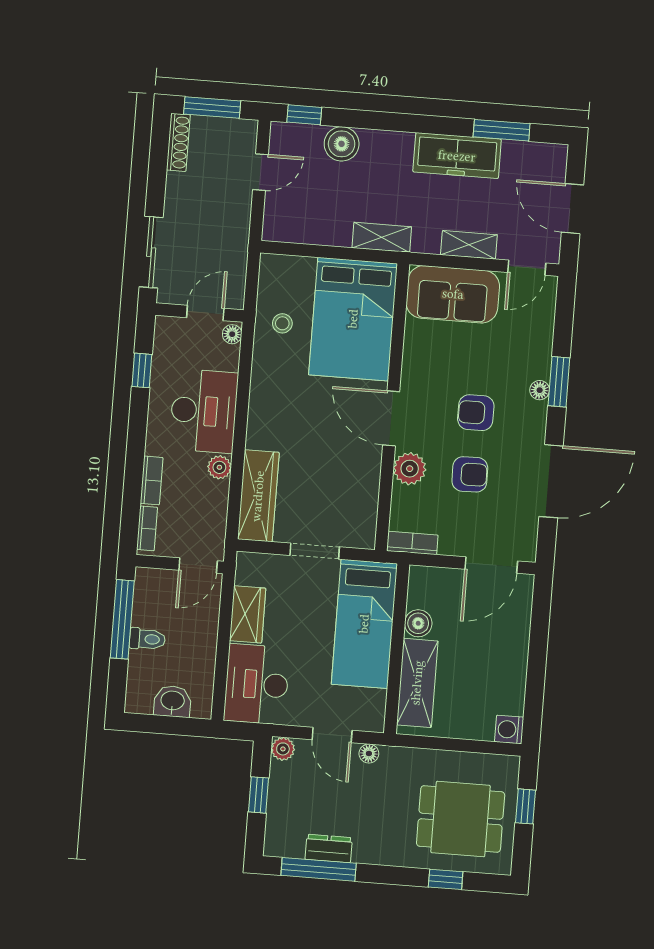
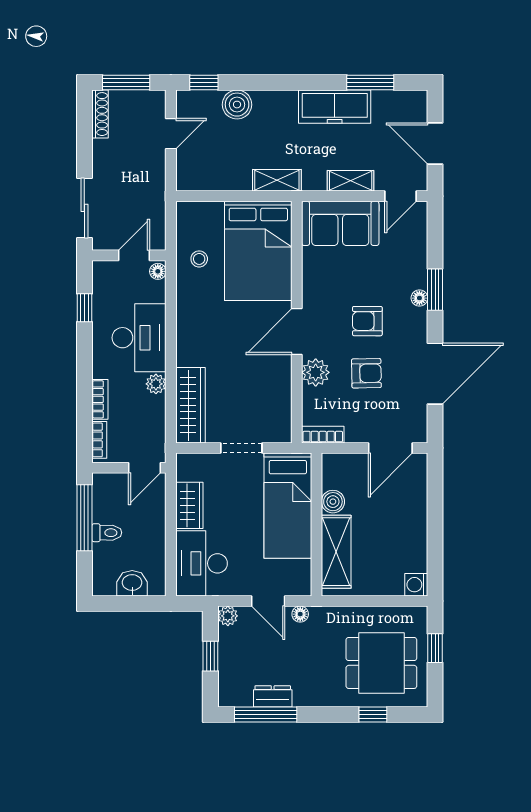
door: (391, 418) -> (297, 331), hinge flipped

